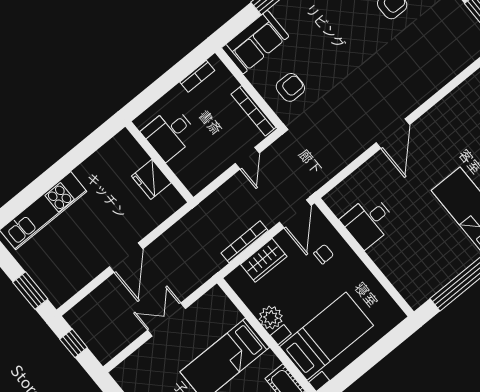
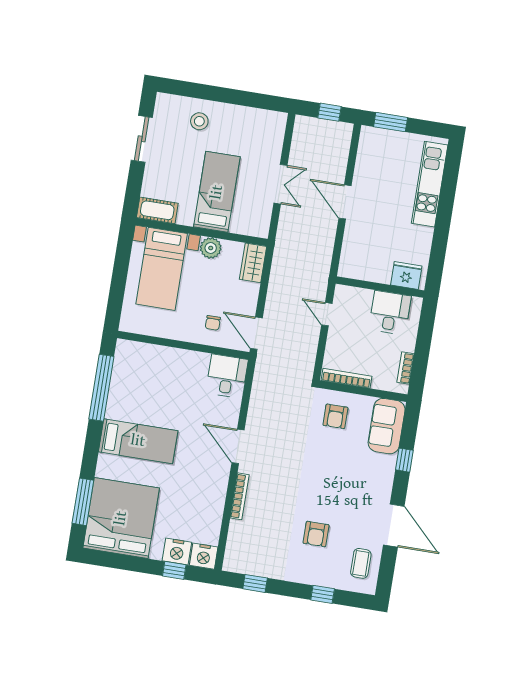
door: (247, 158) -> (327, 314), moved
fridge: (151, 179) -> (406, 275), moved
desk: (368, 221) -> (227, 376), moved
bookcase: (244, 242) -> (240, 496), moved
wardrobe: (264, 260) -> (253, 263), moved

